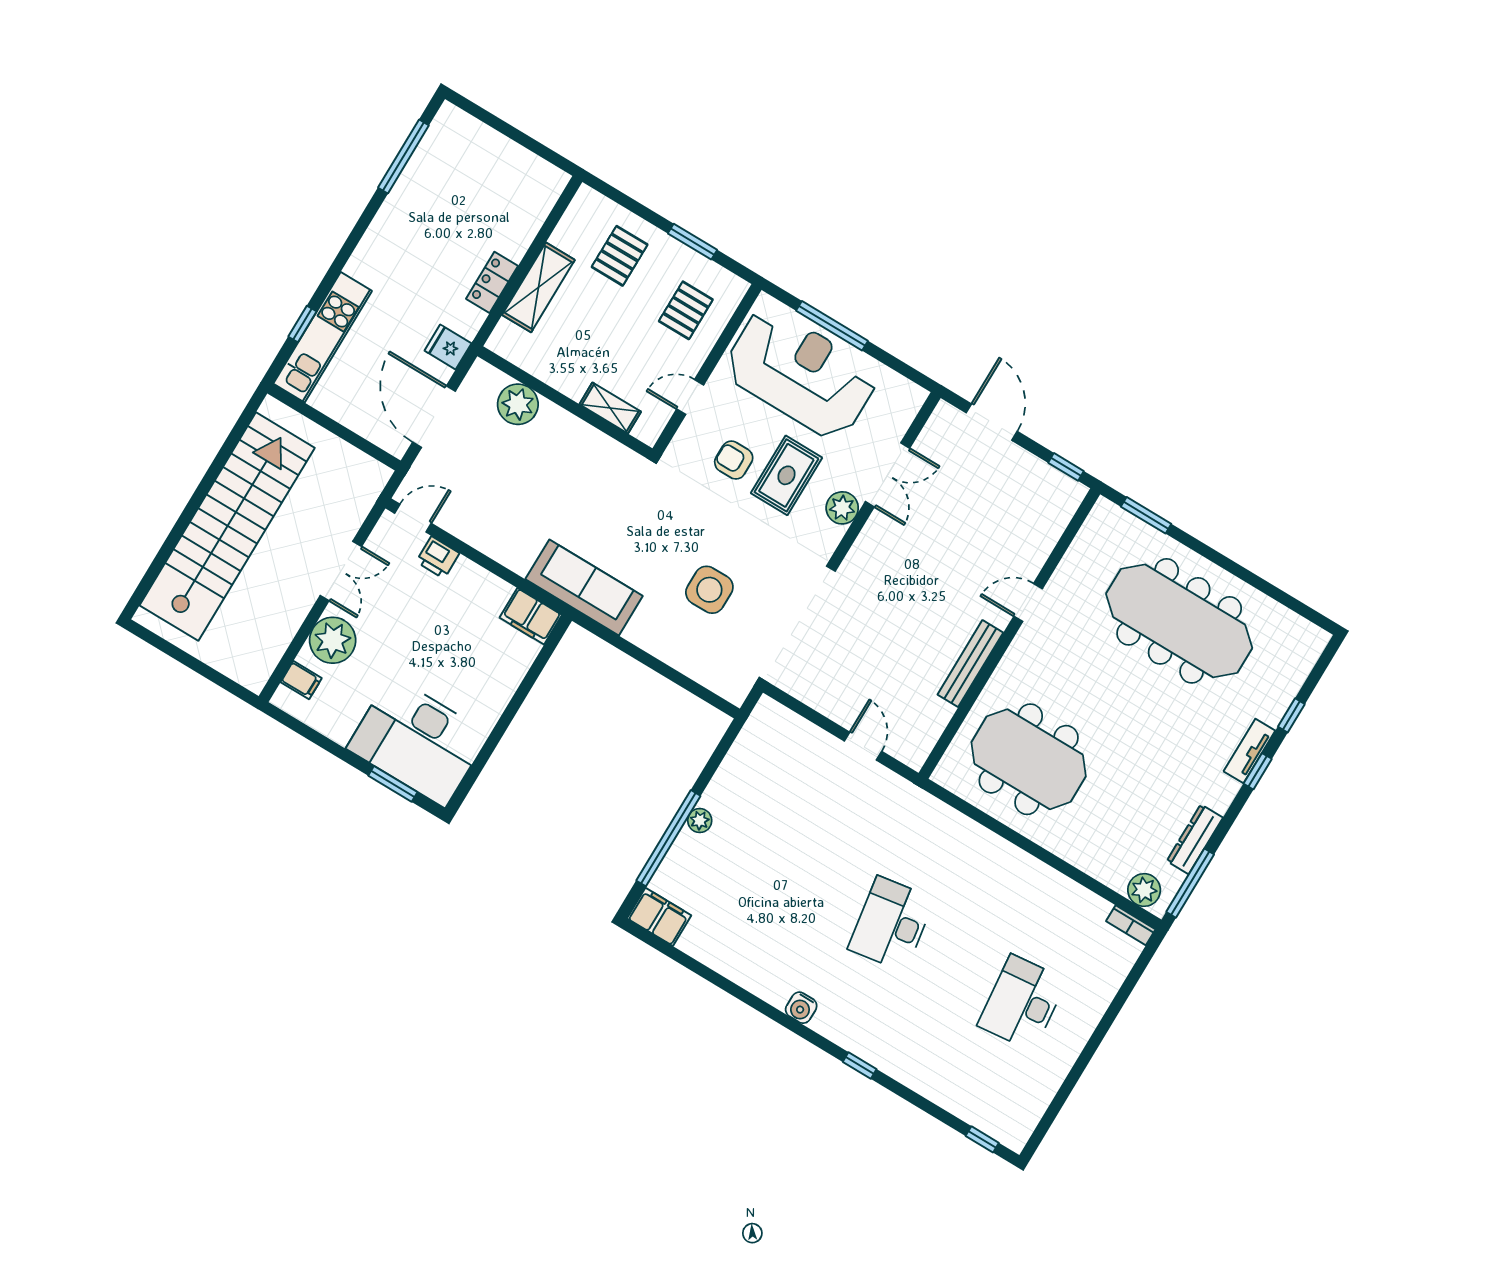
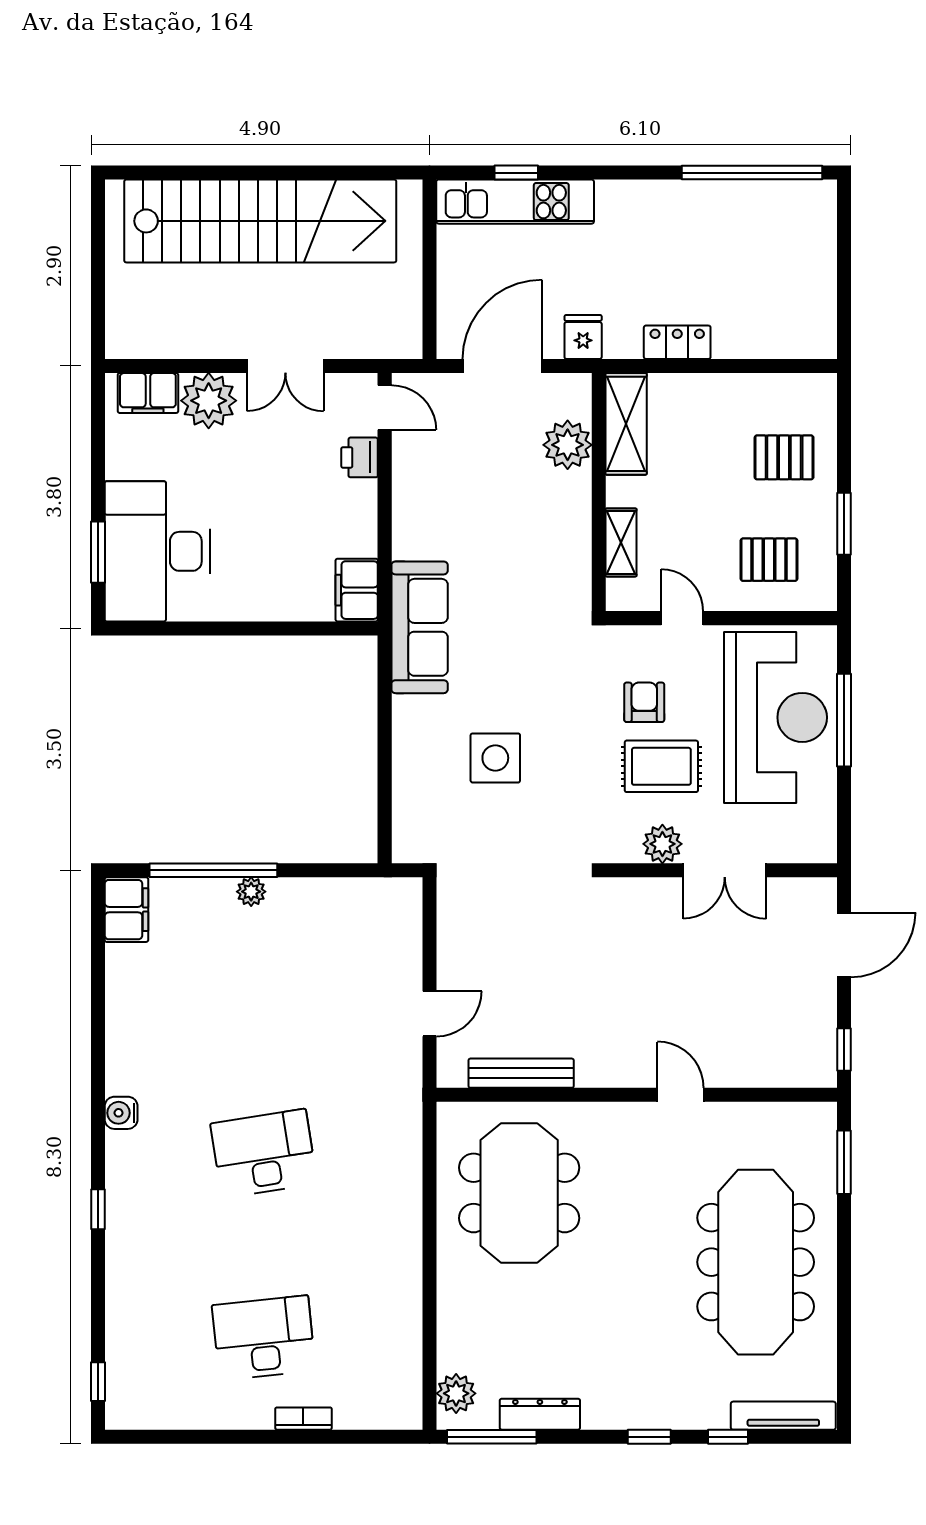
window: (403, 157) -> (752, 173), width x1.46
shelving: (538, 287) -> (626, 424), moved, turned 90
bench: (970, 664) -> (521, 1073), moved
filing cabinet: (301, 680) -> (148, 393), width x2.00
tv unit: (1249, 751) -> (783, 1416), moved, width x1.41
bookcase: (1131, 925) -> (303, 1419), moved, turned 90

